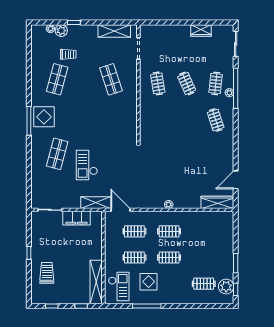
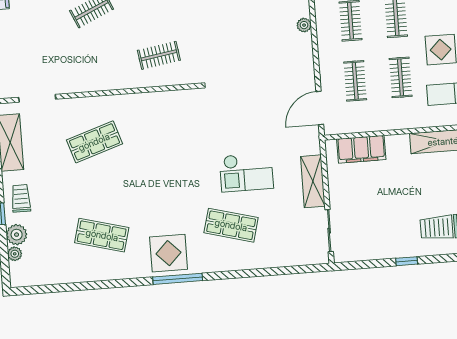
trolley: (68, 54) -> (21, 198), moved
clothes rail: (158, 83) -> (159, 55), moved
shelving: (96, 203) -> (313, 181), moved
filing cabinet: (77, 218) -> (361, 149), moved, turned 90

